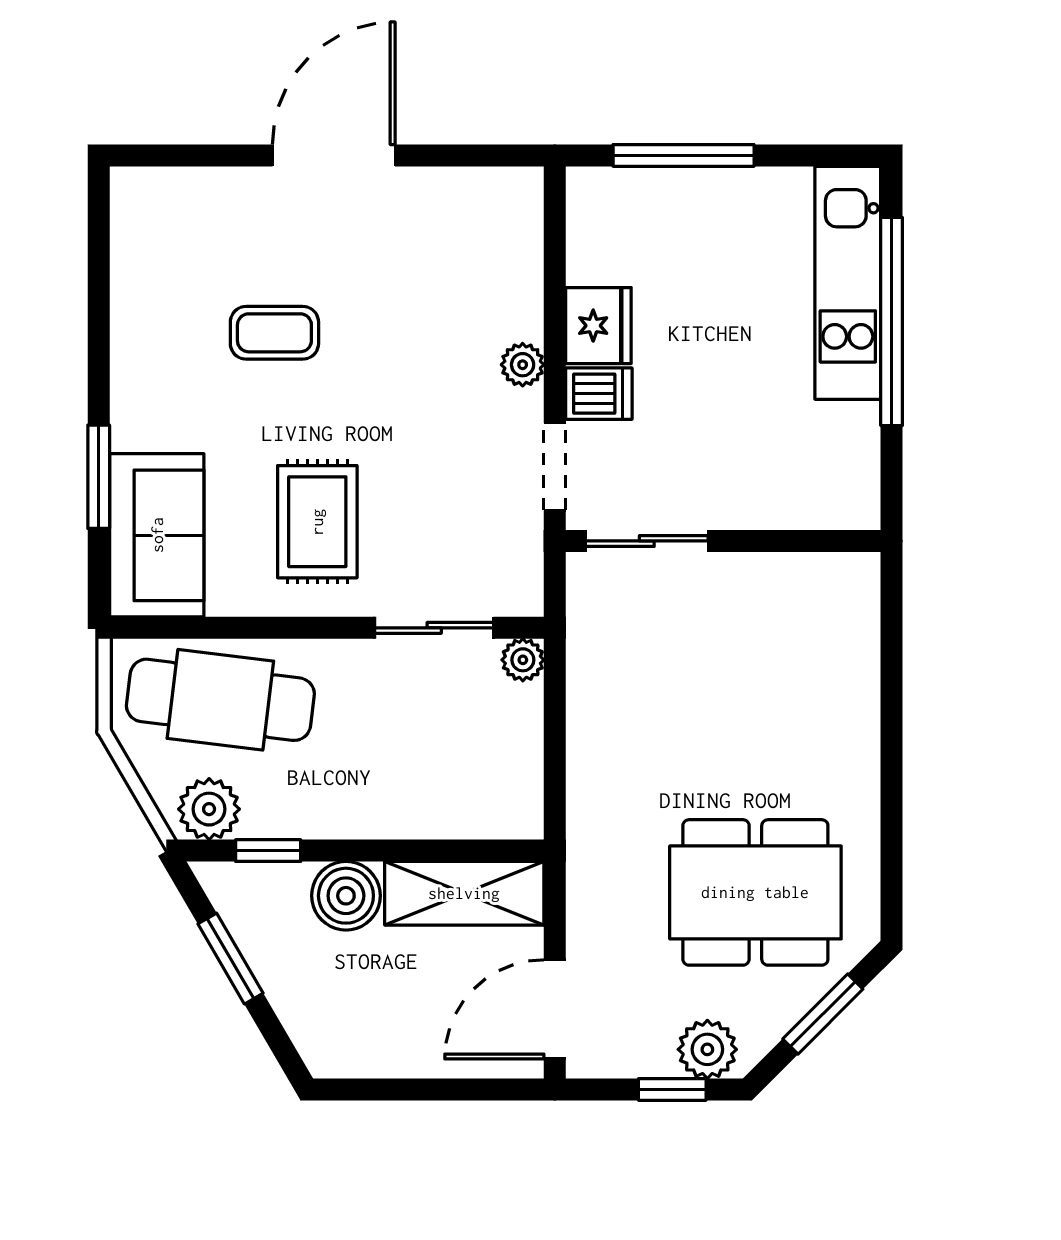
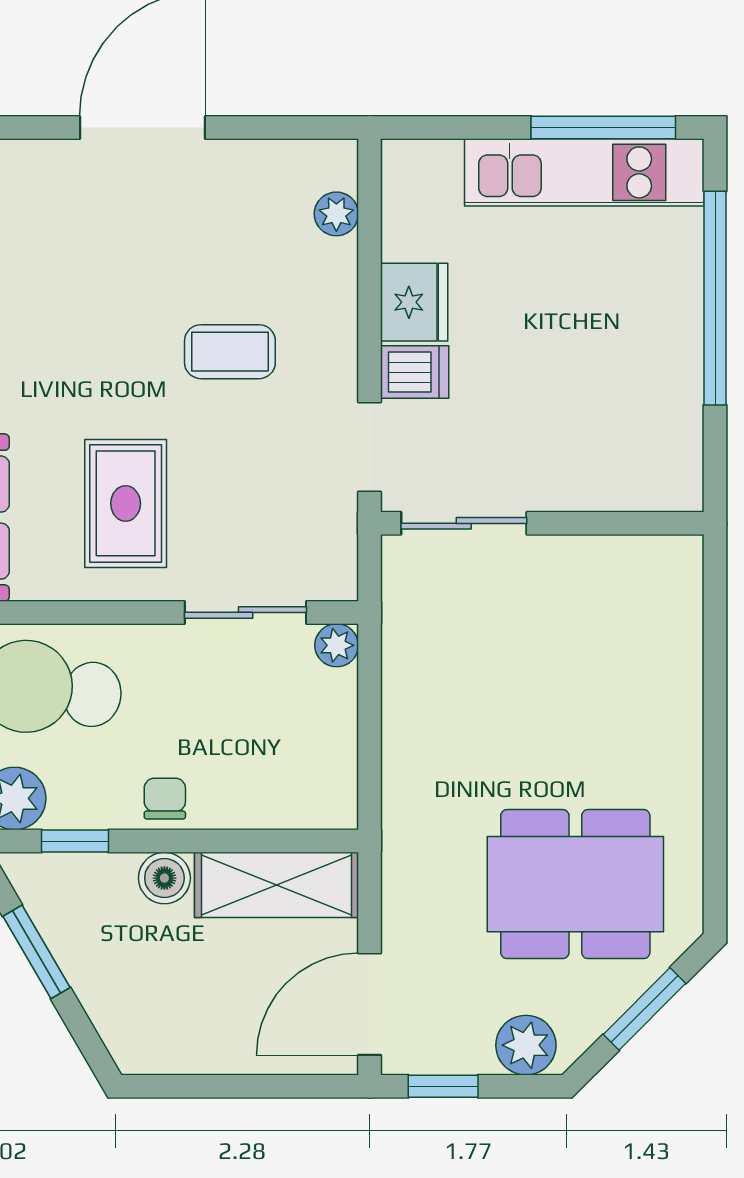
window: (684, 155) -> (603, 128), moved
kitchen unit: (848, 283) -> (584, 172), moved, turned -90
coffee table: (274, 333) -> (230, 352), moved
plant: (523, 365) -> (336, 214), moved
chair: (356, 809) -> (165, 799), added
boiler: (346, 896) -> (164, 878), width x0.73, depth x0.73
window: (672, 1089) -> (443, 1086), moved

